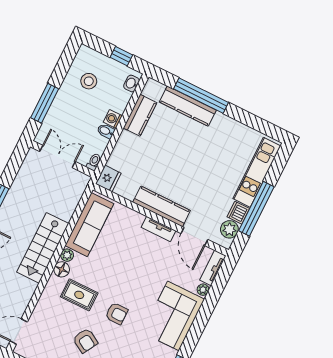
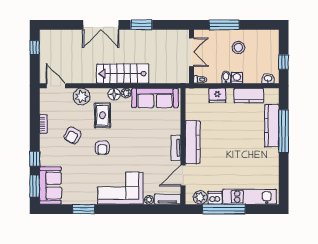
stool: (89, 81) -> (238, 48), moved
fridge: (108, 178) -> (217, 95), moved
plant: (46, 308) -> (82, 97), added

